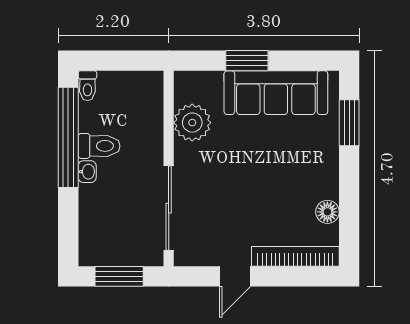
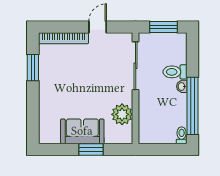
sofa: (276, 93) -> (82, 131), width x0.73
window: (349, 123) -> (33, 68), moved
toilet: (99, 146) -> (175, 72), moved
floor lamp: (327, 212) -> (45, 64), removed

